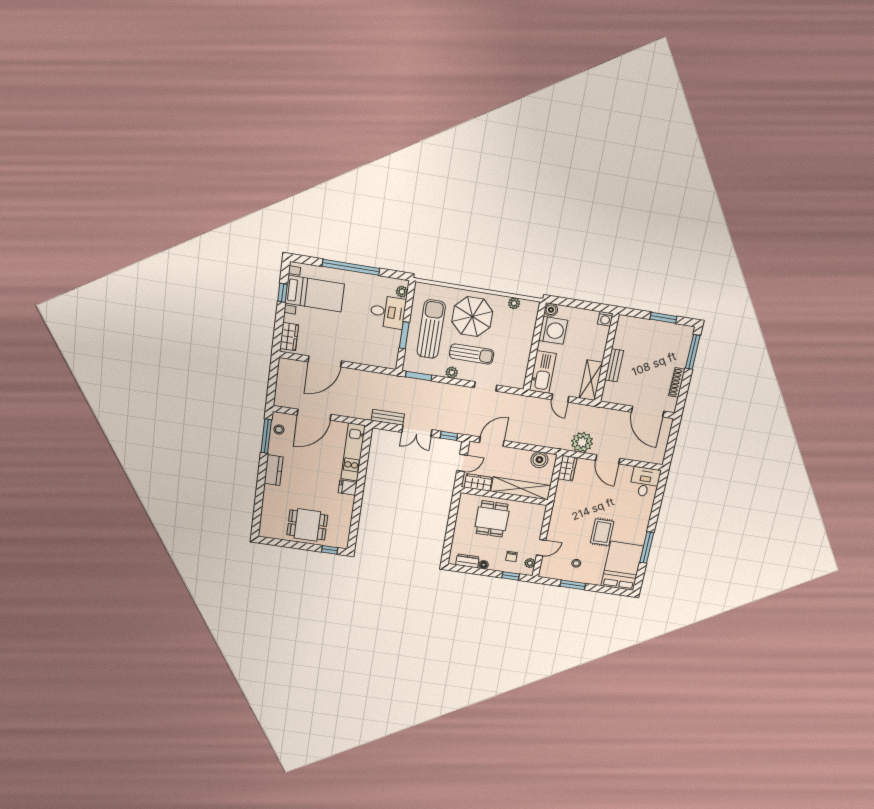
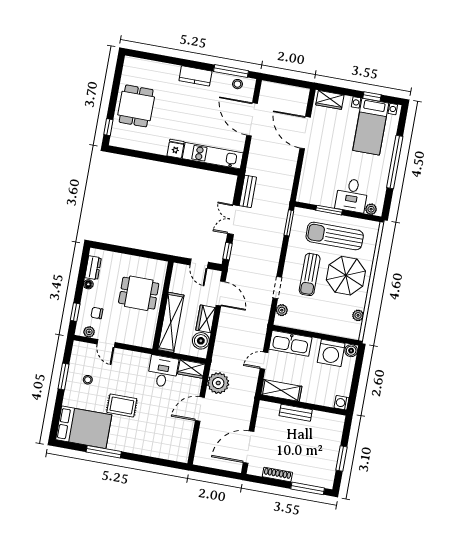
sun lounger: (431, 329) -> (335, 236), turned 180
plant: (452, 372) -> (282, 310), moved
wardrobe: (478, 482) -> (206, 319), moved, turned 180
desk: (645, 482) -> (163, 371), moved, turned -90

